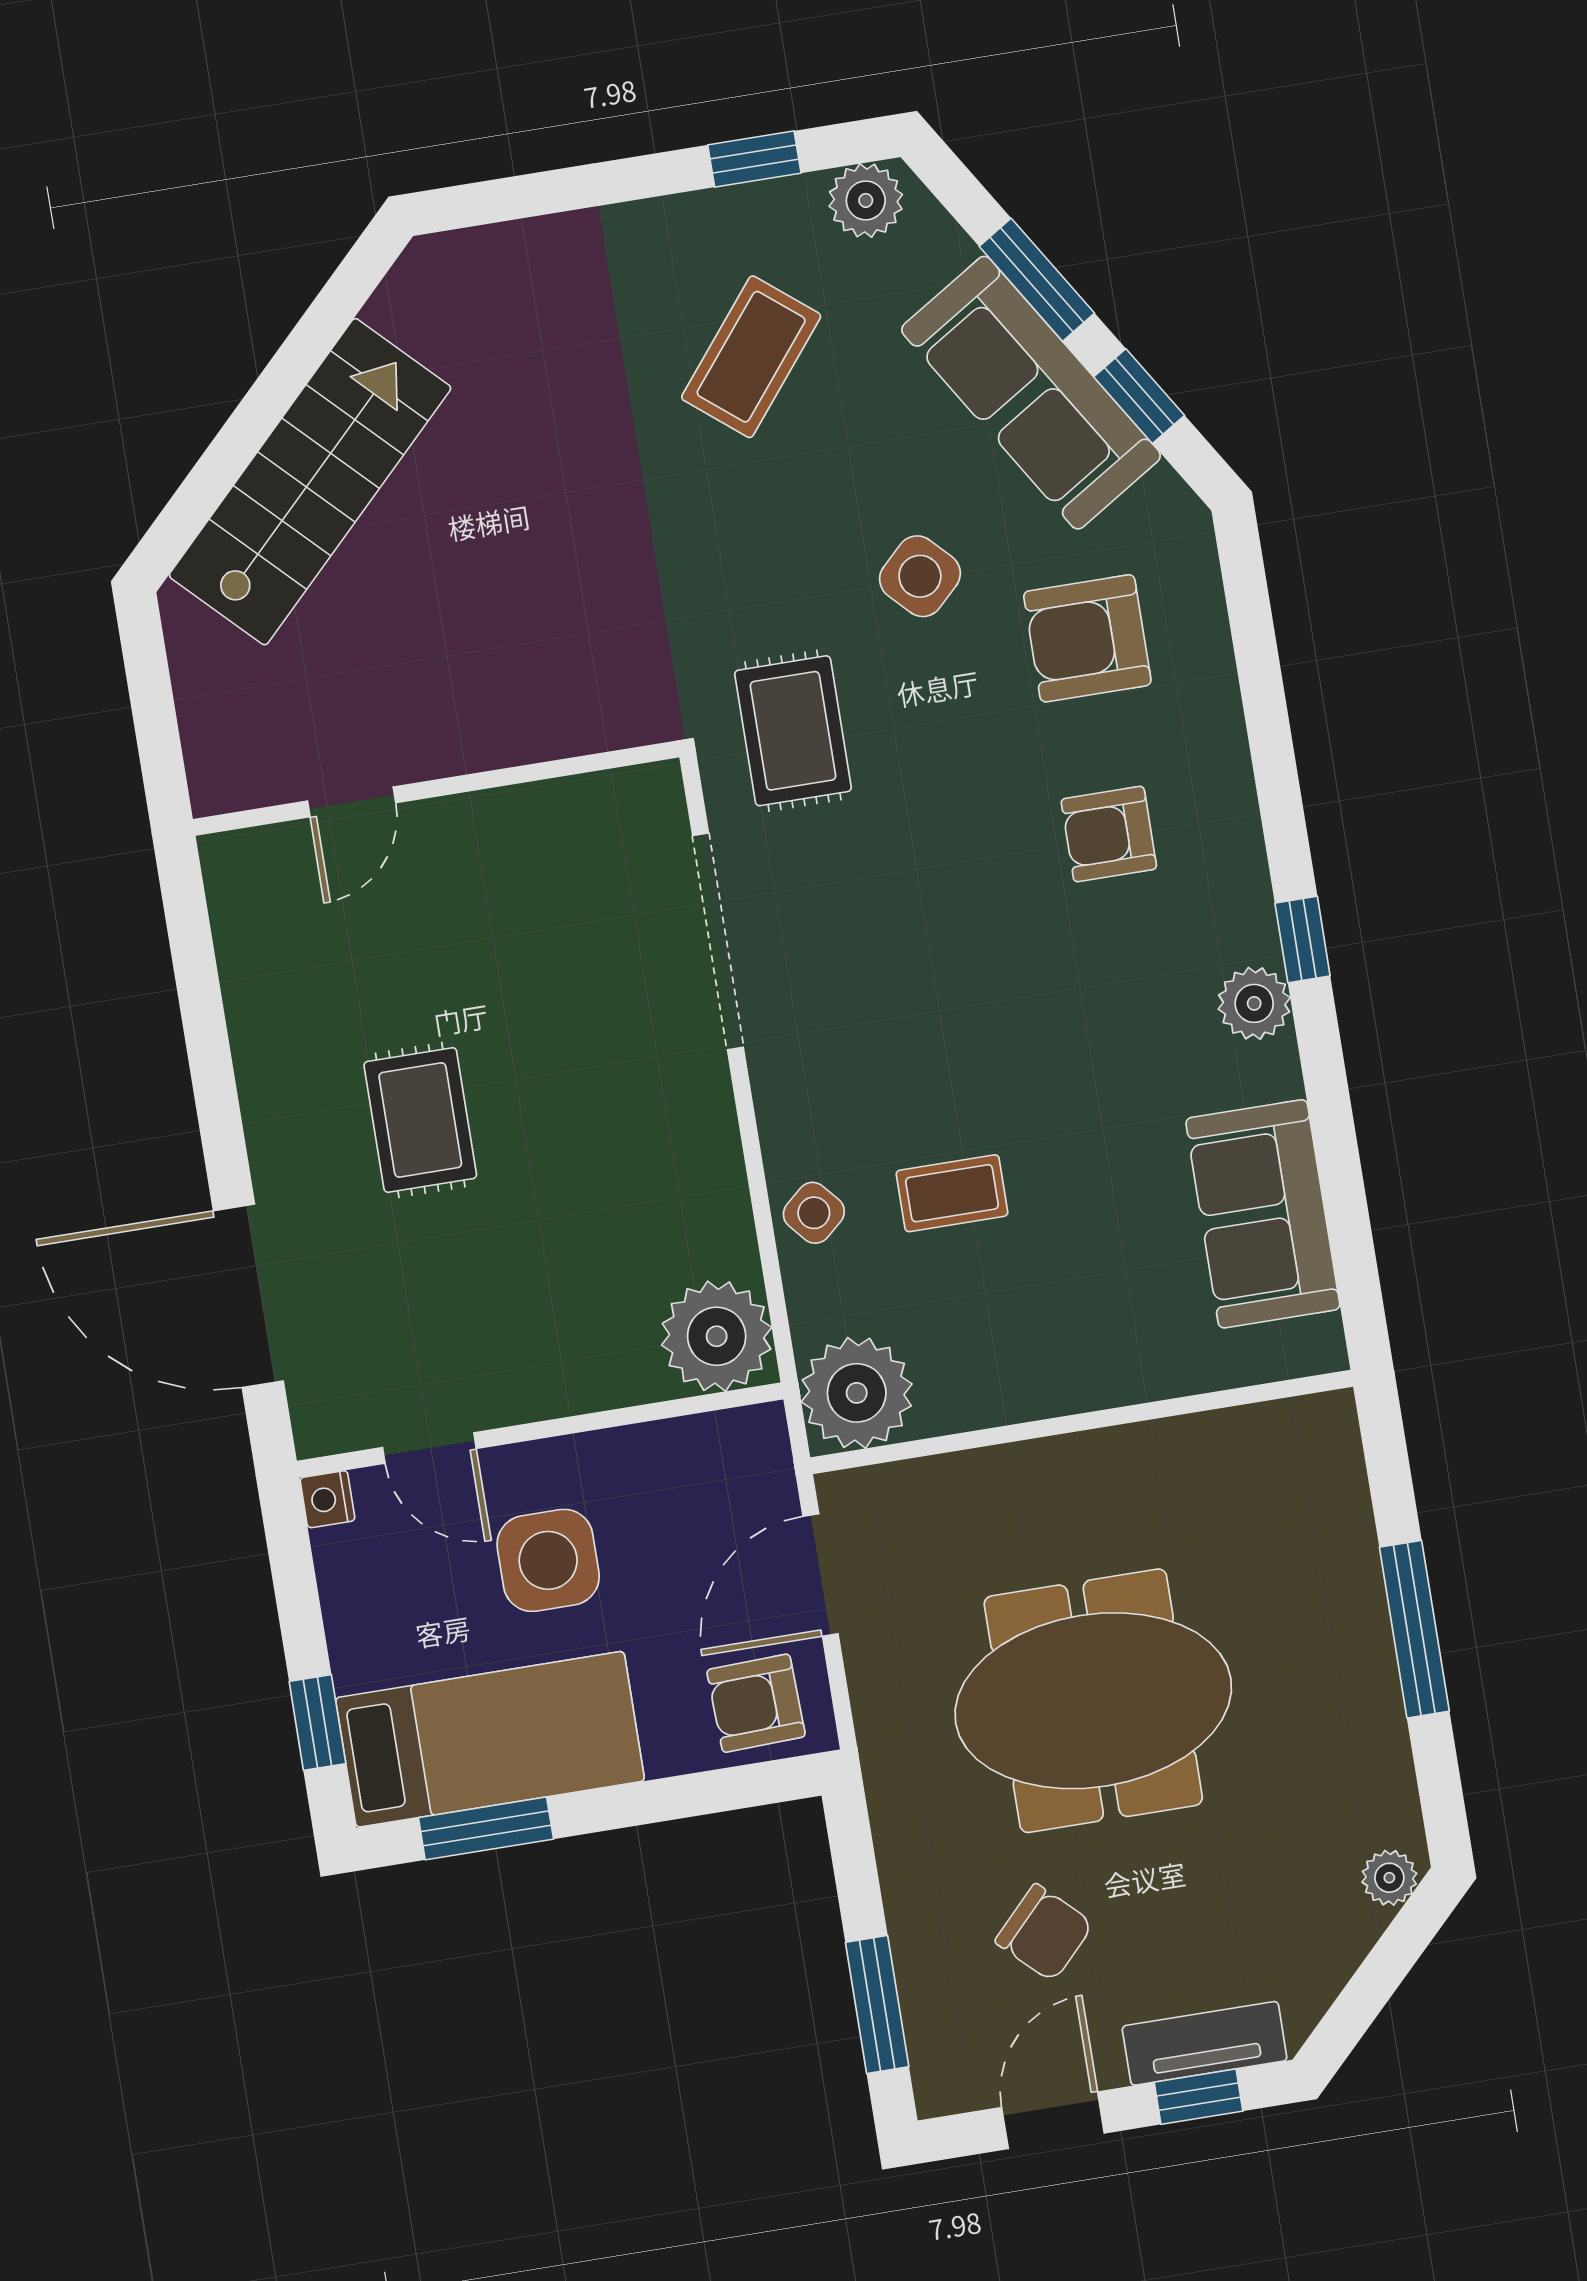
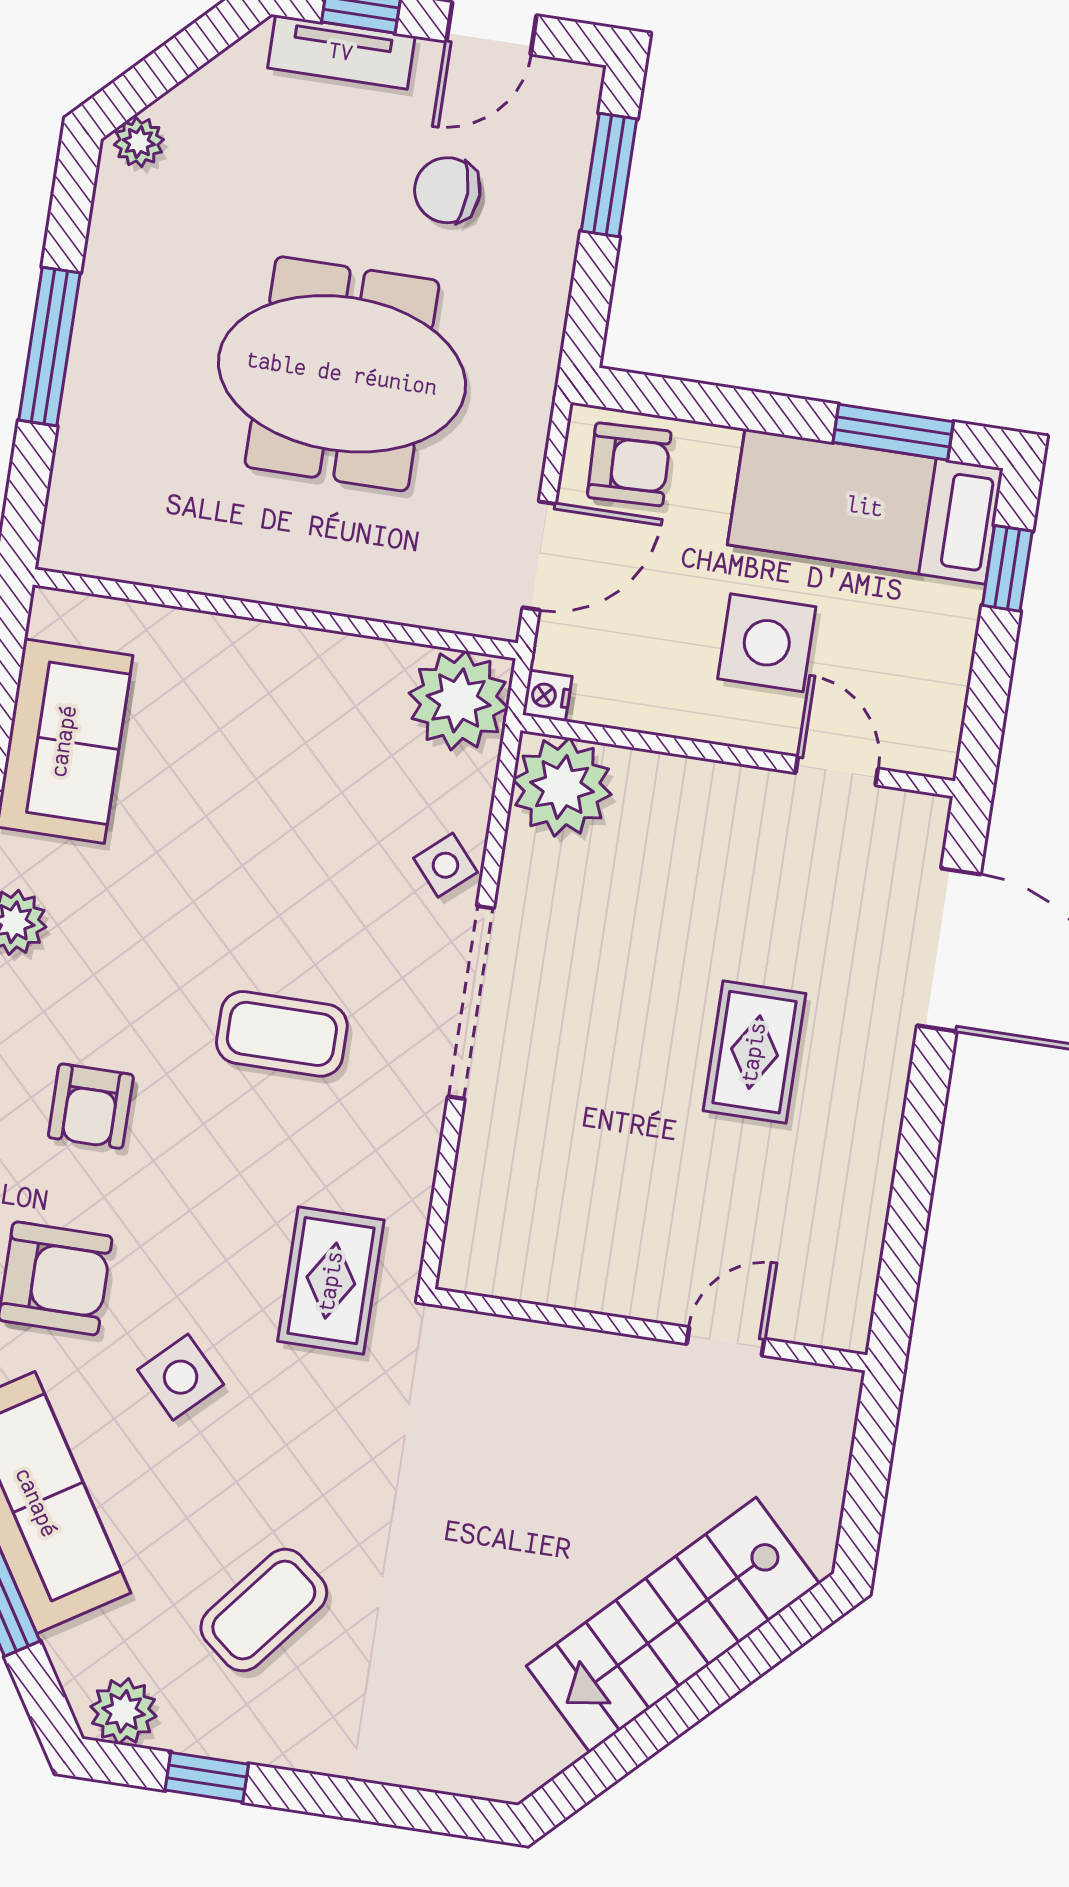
armchair: (1109, 834) -> (91, 1106), turned 90
doorway: (718, 941) -> (471, 1002), moved
coffee table: (952, 1193) -> (282, 1034), moved, width x1.36, depth x1.30
nightstand: (327, 1499) -> (547, 696), moved, turned 180
chair: (1044, 1933) -> (447, 190), turned -44

